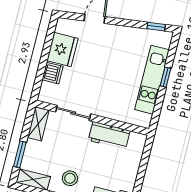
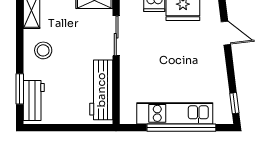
window: (166, 77) -> (181, 128), width x3.17
workbench: (109, 135) -> (101, 90), width x1.38

